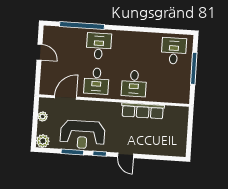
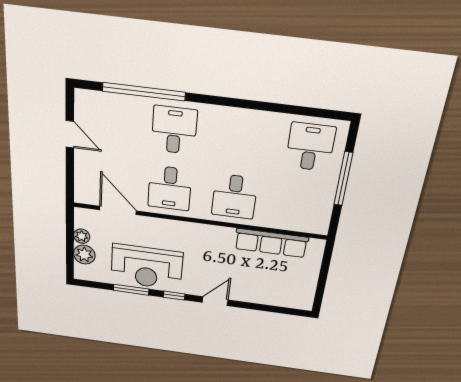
door: (66, 97) -> (118, 210), hinge flipped
row of seats: (143, 111) -> (271, 243), moved
plant: (43, 141) -> (84, 255), moved
door: (126, 155) -> (215, 301), swing flipped

